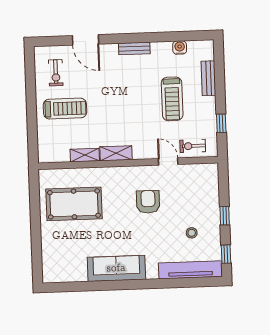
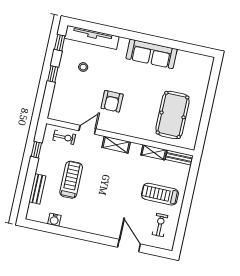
bench: (134, 48) -> (179, 157), moved
shelving: (116, 153) -> (116, 145), moved
door: (168, 161) -> (87, 130), swing flipped
pool table: (74, 204) -> (173, 115), turned 90

